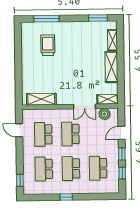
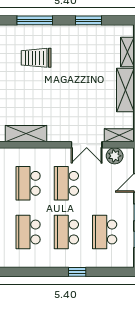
window: (98, 18) -> (88, 20), moved
trolley: (48, 45) -> (36, 58), turned -90
window: (66, 197) -> (77, 272), moved

